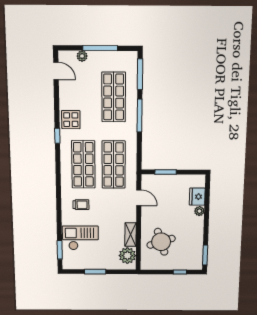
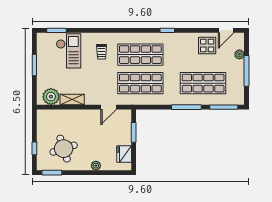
display table: (71, 120) -> (207, 45), moved
fridge: (197, 197) -> (124, 154), moved, turned -90
round table: (161, 242) -> (64, 149), moved

